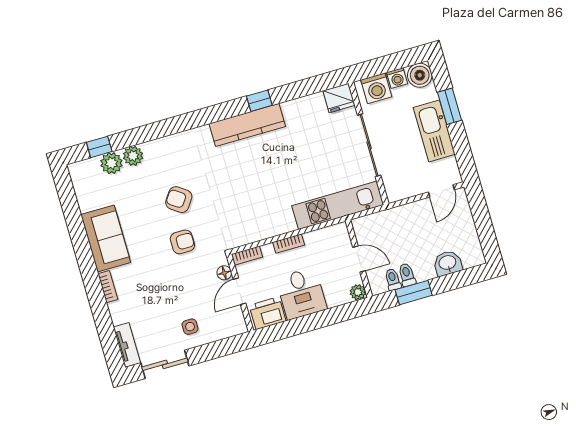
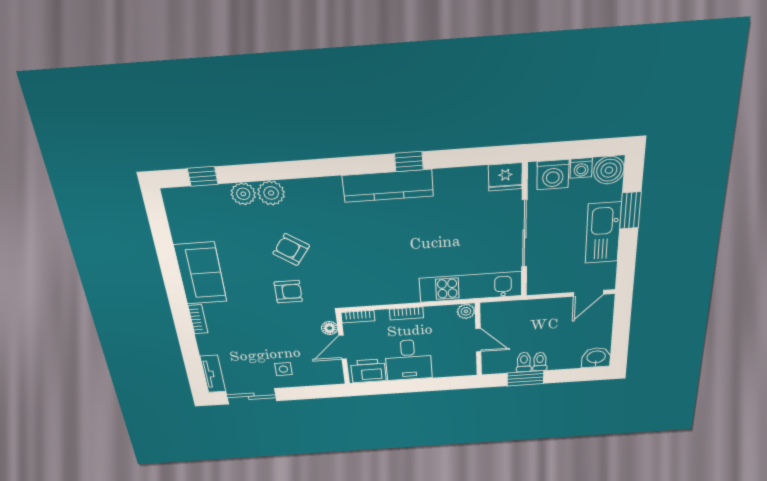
plant: (111, 163) -> (271, 193), moved
washbasin: (448, 263) -> (596, 357), moved
toilet: (393, 279) -> (540, 362), moved
plant: (358, 292) -> (466, 311), moved

